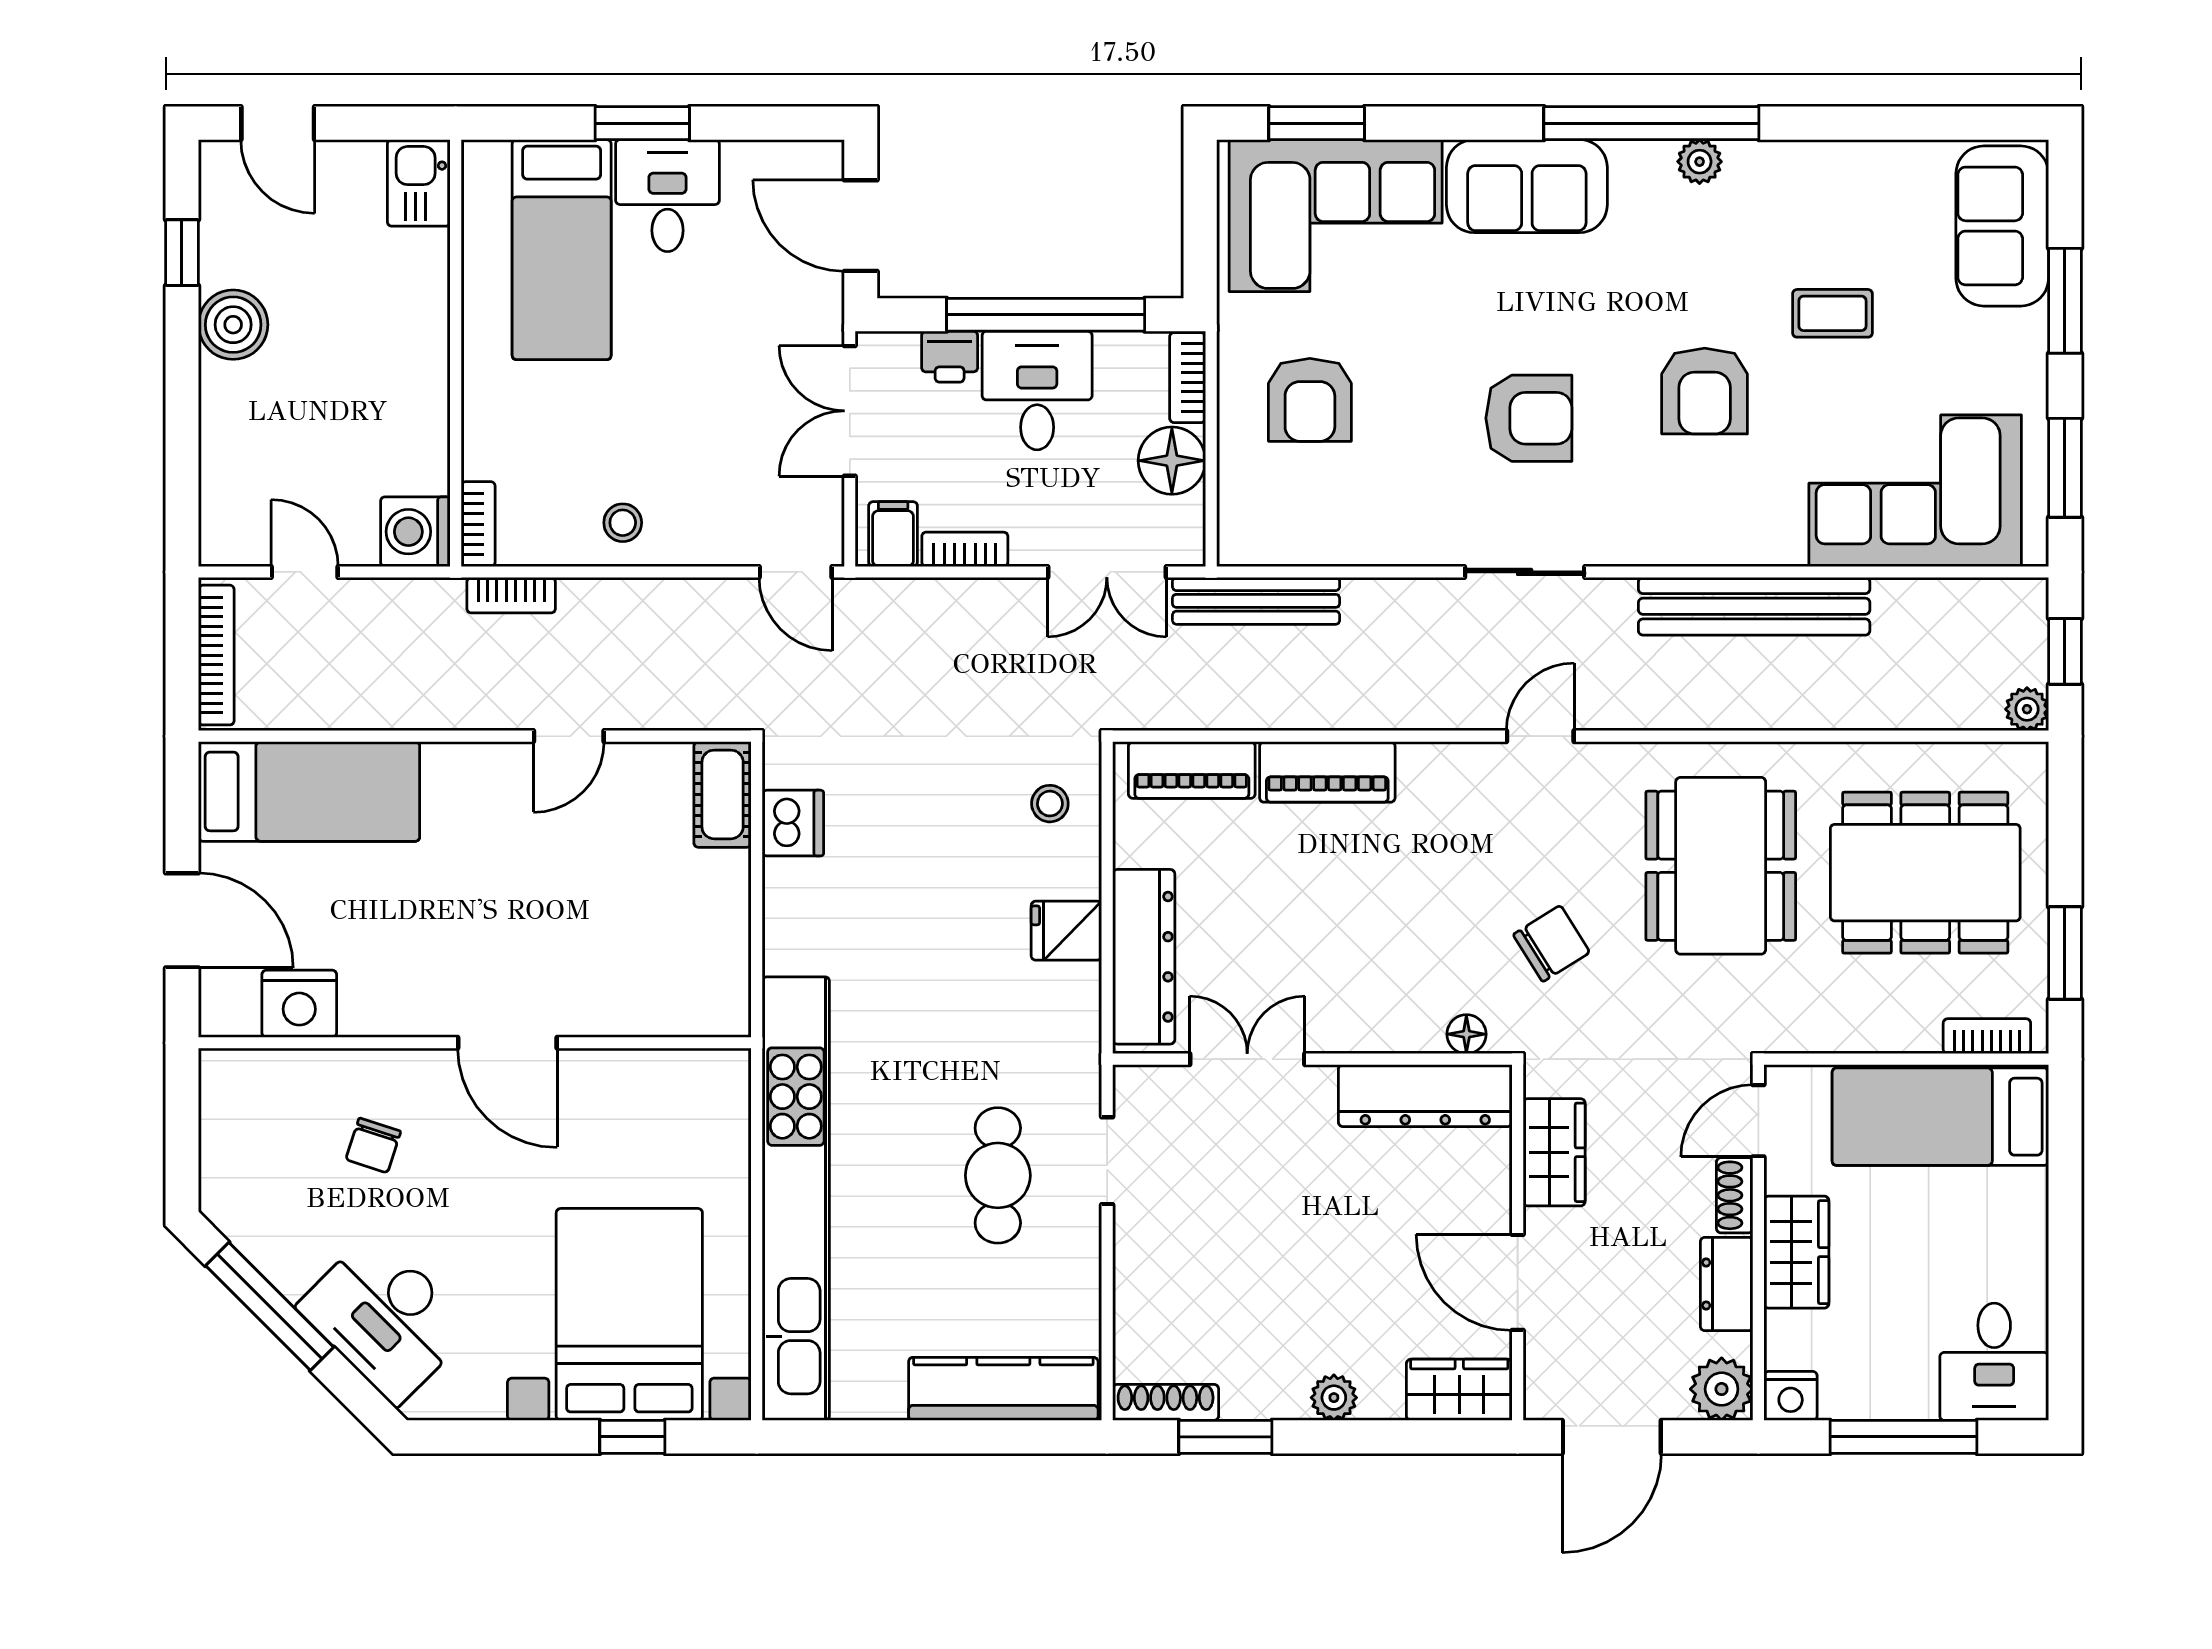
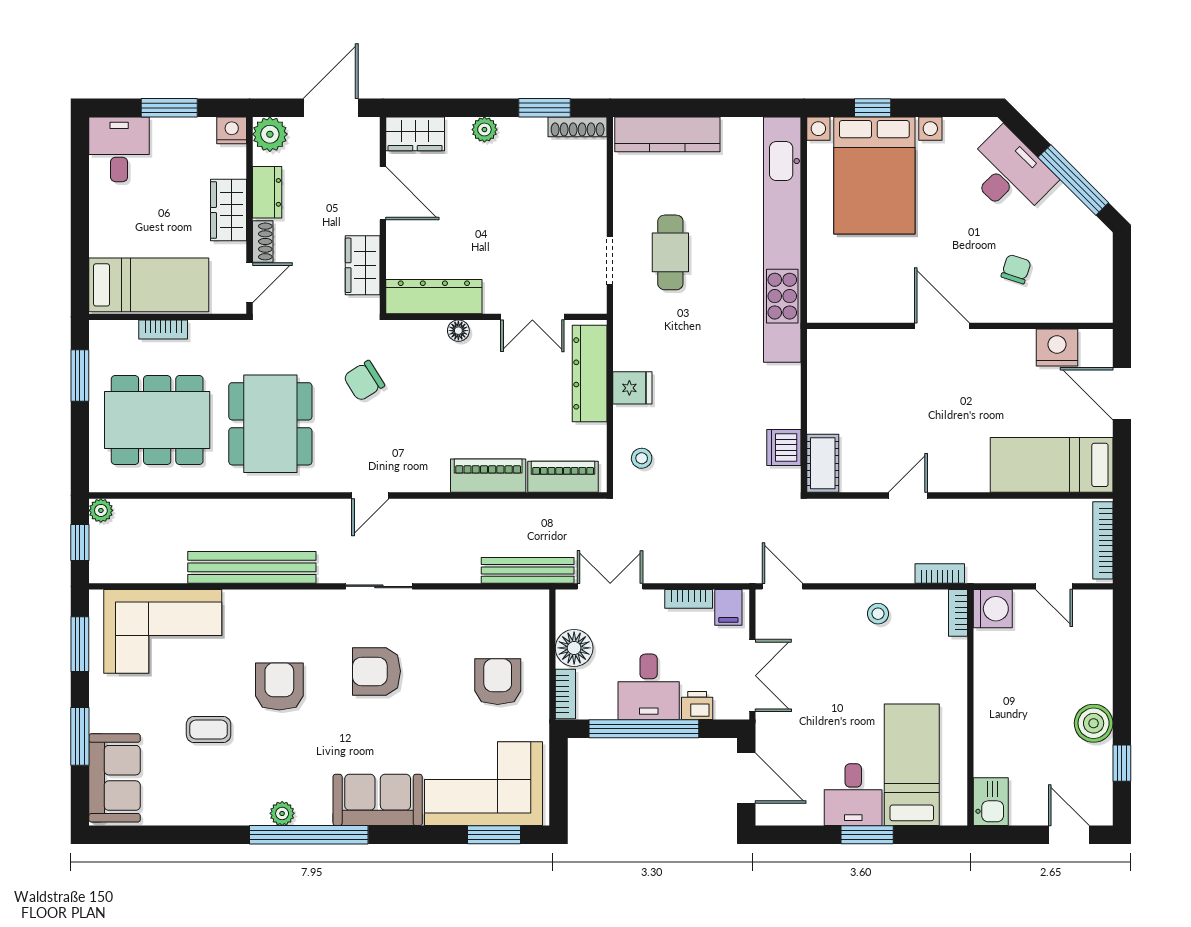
floor lamp: (1466, 1034) -> (458, 331), moved
bookcase: (1987, 1036) -> (163, 329), moved
window: (1904, 1437) -> (169, 108), width x0.69

